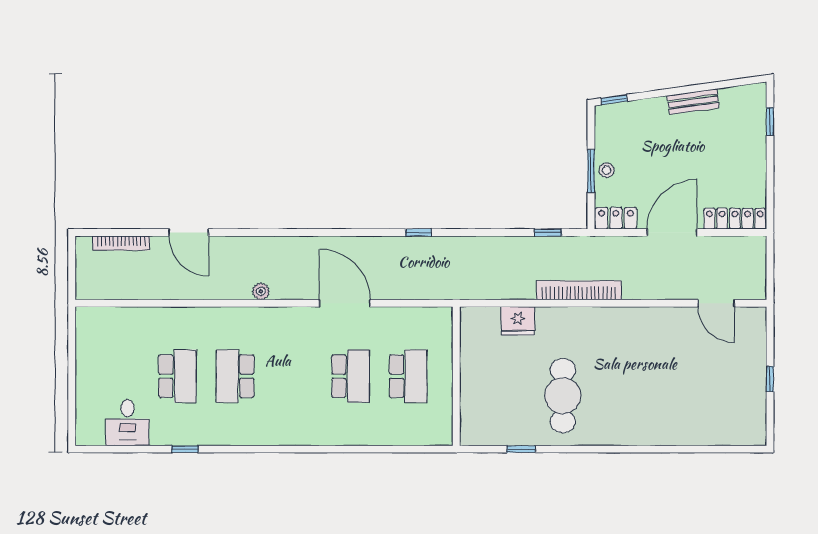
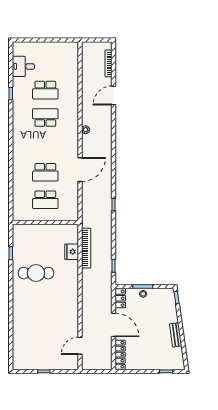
bookcase: (579, 290) -> (86, 248), moved

